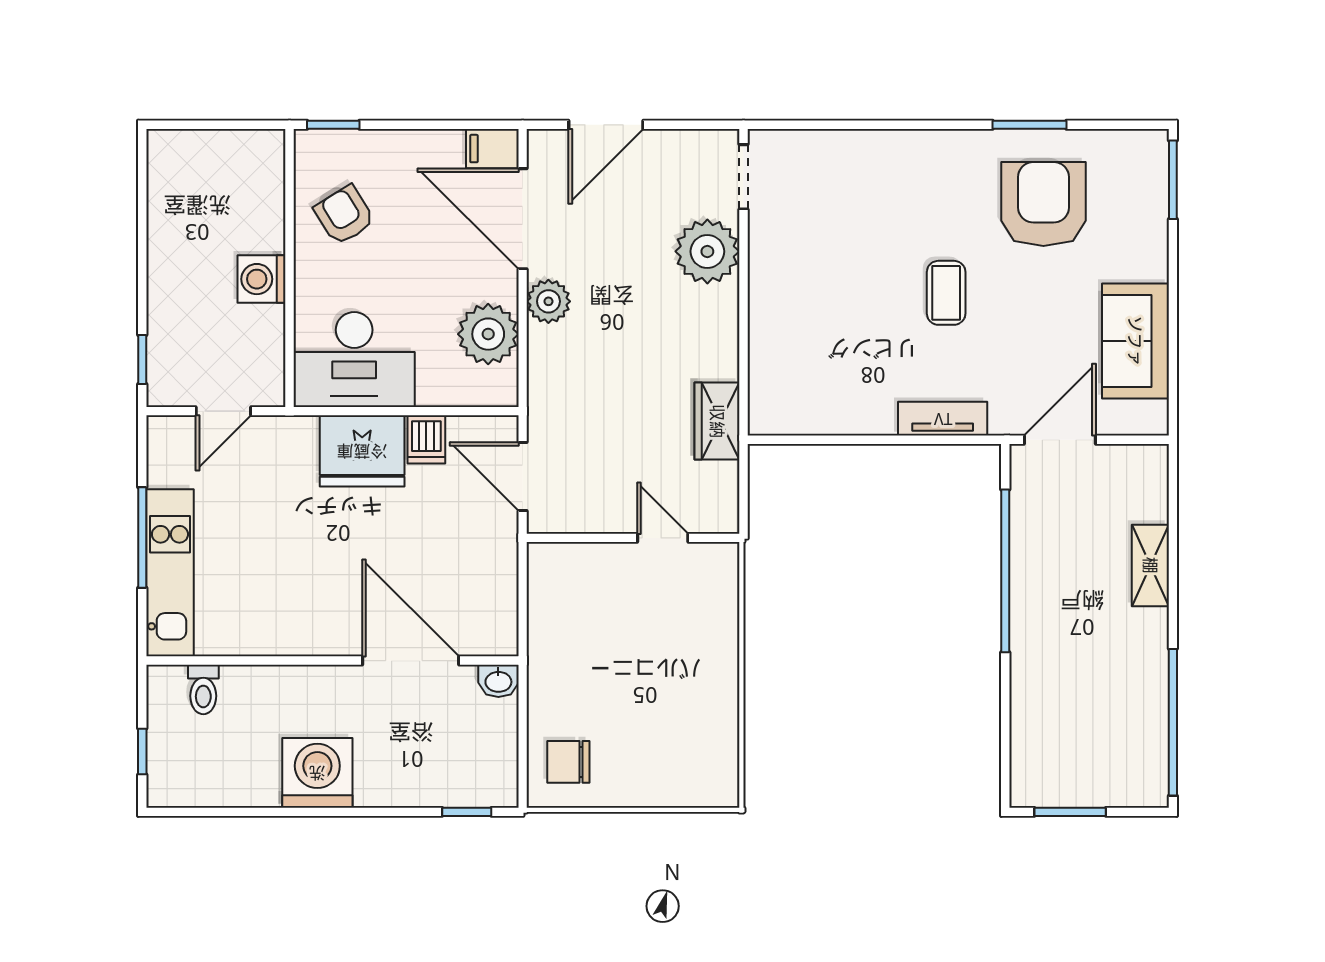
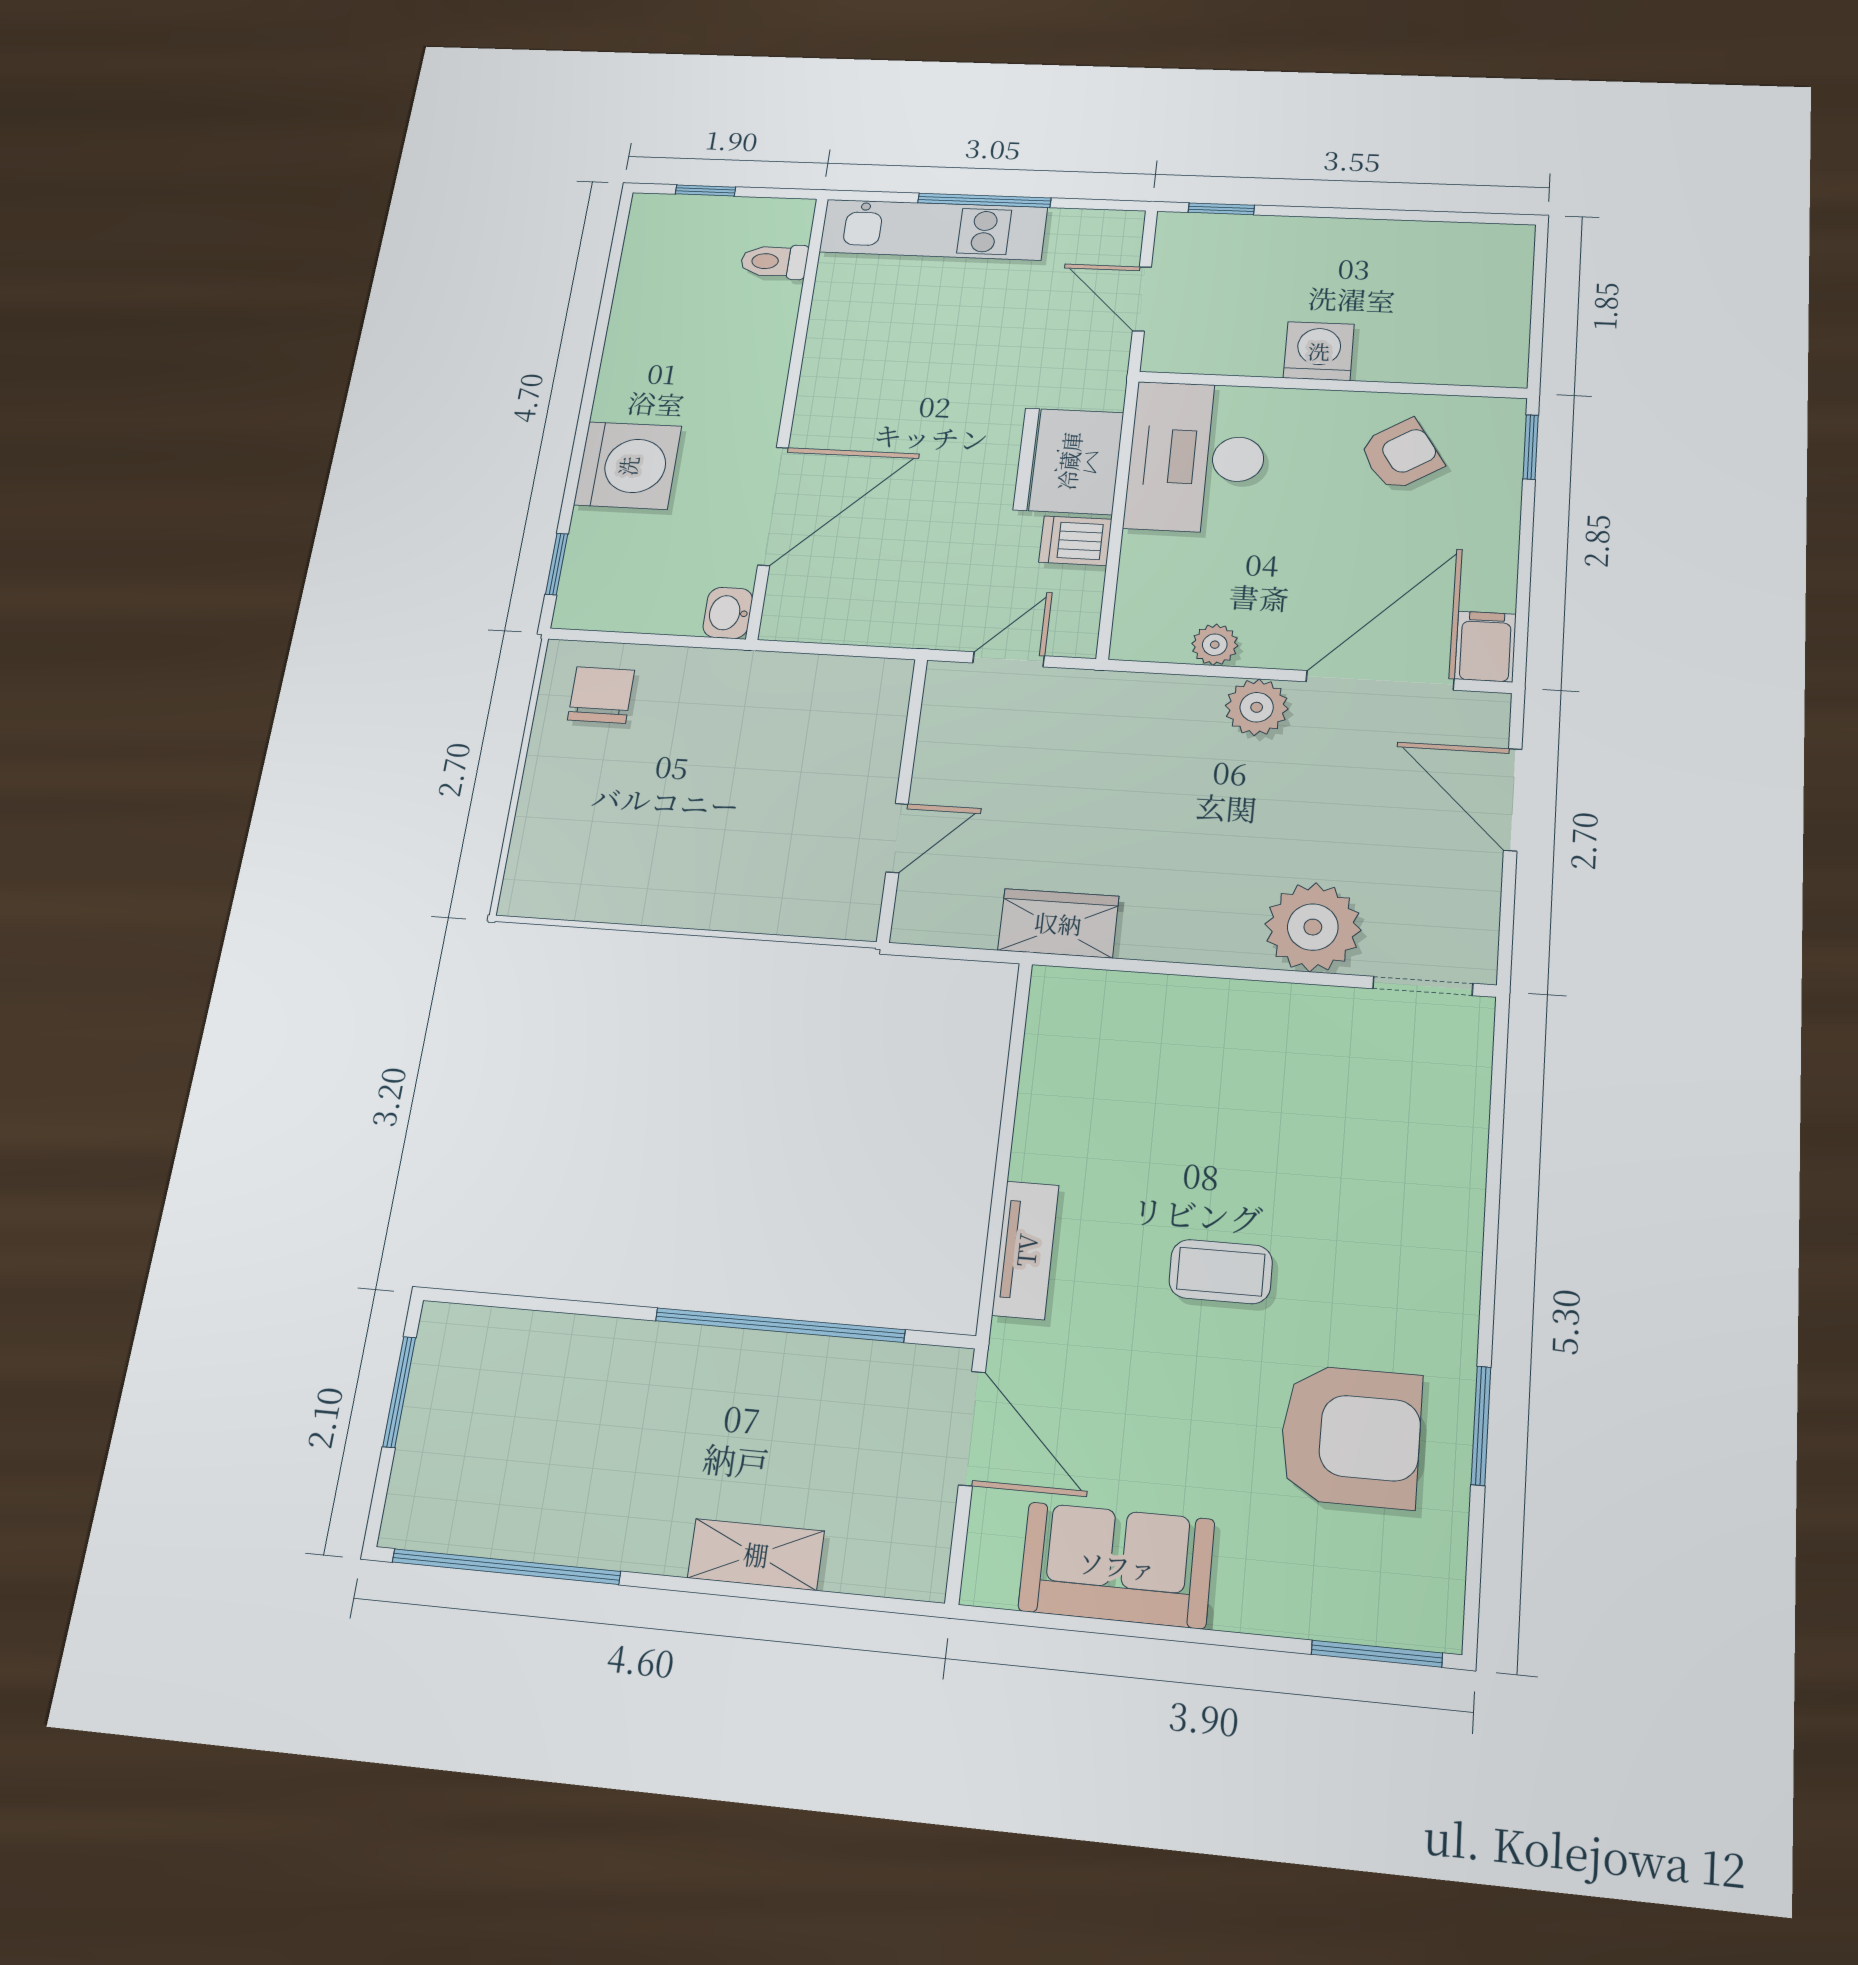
plant: (488, 334) -> (1215, 645), width x0.53, depth x0.53
door: (523, 477) -> (1009, 659), width x0.73
washing machine: (317, 773) -> (628, 466), moved

